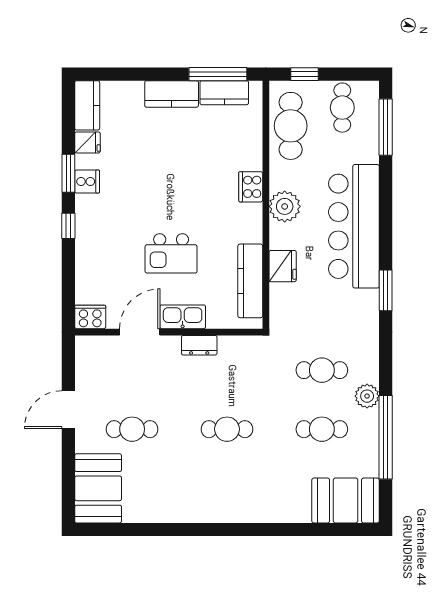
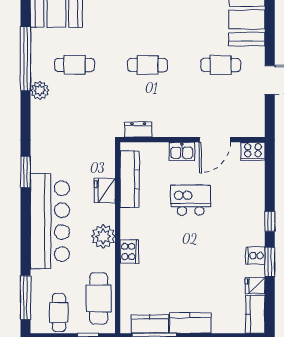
kitchen sink: (183, 317) -> (182, 151), width x0.73
dresser: (199, 345) -> (138, 130), moved
cafe table: (322, 370) -> (75, 110), removed

